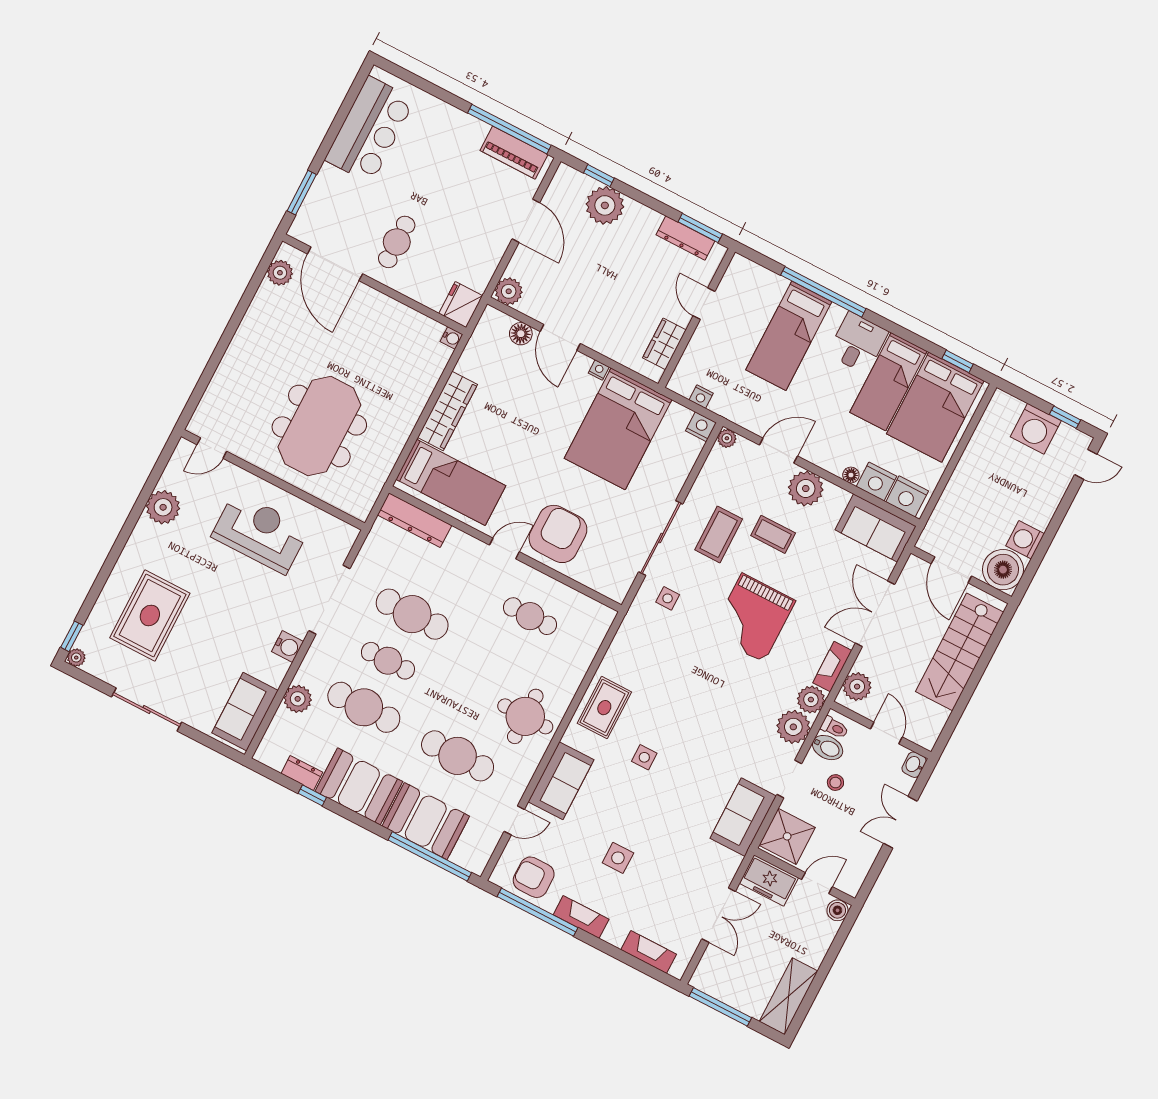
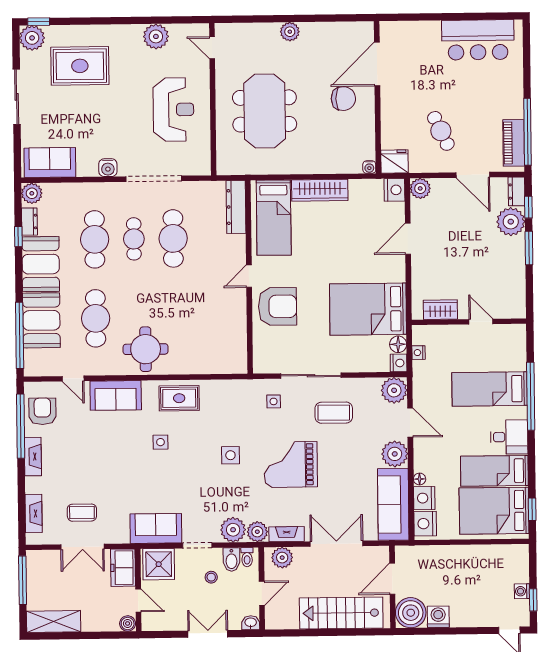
window: (302, 193) -> (412, 17), removed
door: (526, 221) -> (473, 175), hinge flipped
window: (700, 228) -> (529, 248), moved
dresser: (685, 238) -> (517, 191), moved, width x0.70
cafe table: (397, 242) -> (441, 131), moved, turned 65
plant: (280, 273) -> (290, 32), moved
door: (704, 304) -> (481, 322), hinge flipped
chair: (354, 325) -> (343, 99), added
floor lamp: (521, 334) -> (398, 344), moved
nightstand: (599, 370) -> (394, 190), moved, width x1.89, depth x1.79
meeting table: (319, 426) -> (265, 111), turned 90
washing machine: (1036, 429) -> (522, 591), width x0.53, depth x0.53
plant: (727, 438) -> (394, 390), width x1.87, depth x1.87
sofa: (876, 528) -> (393, 504), width x1.36
coffee table: (773, 534) -> (82, 513), moved, turned 90
door: (504, 548) -> (249, 276), swing flipped
cafe table: (530, 616) -> (213, 317), removed
plant: (76, 658) -> (32, 38), width x1.87, depth x1.87
plant: (298, 699) -> (32, 193), moved
side table: (618, 858) -> (230, 455), moved

